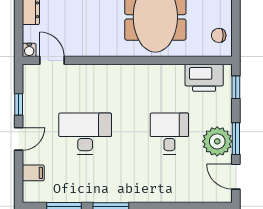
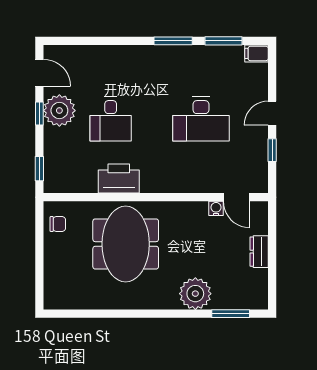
water cooler: (29, 50) -> (216, 208), moved
printer: (204, 78) -> (119, 179), moved
window: (236, 139) -> (39, 113), width x0.67
filing cabinet: (33, 173) -> (257, 53), moved

